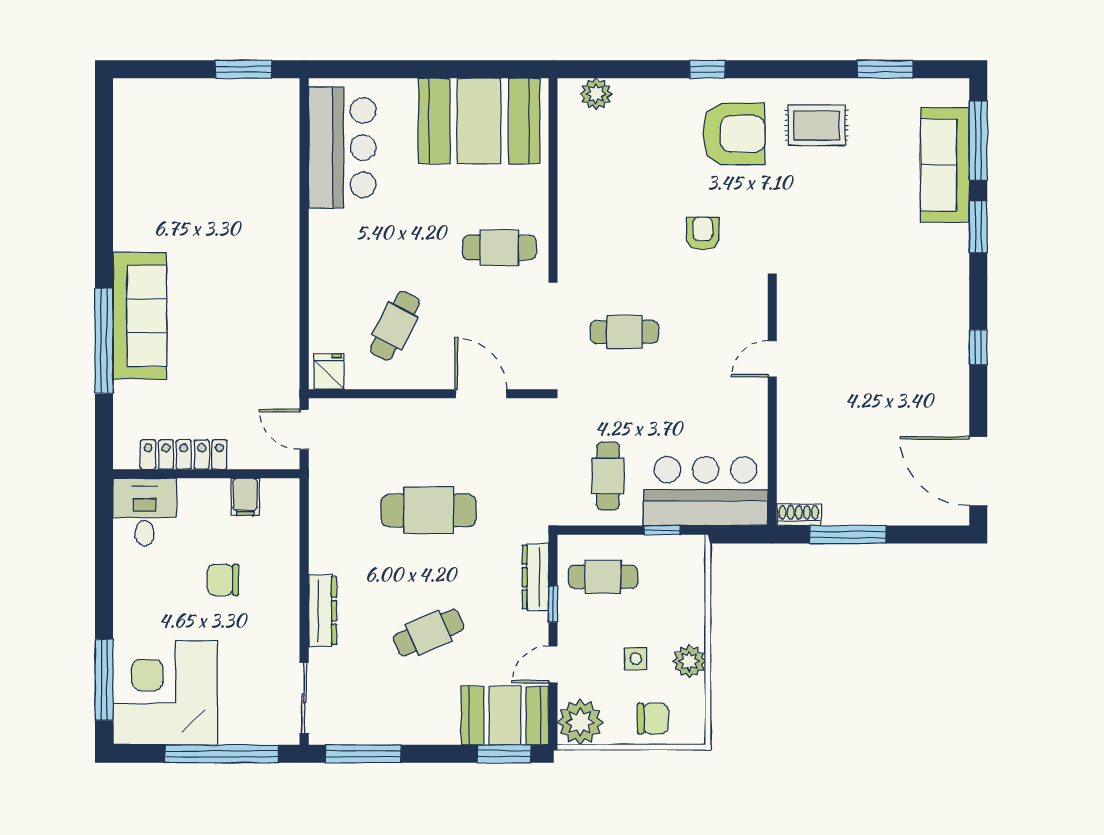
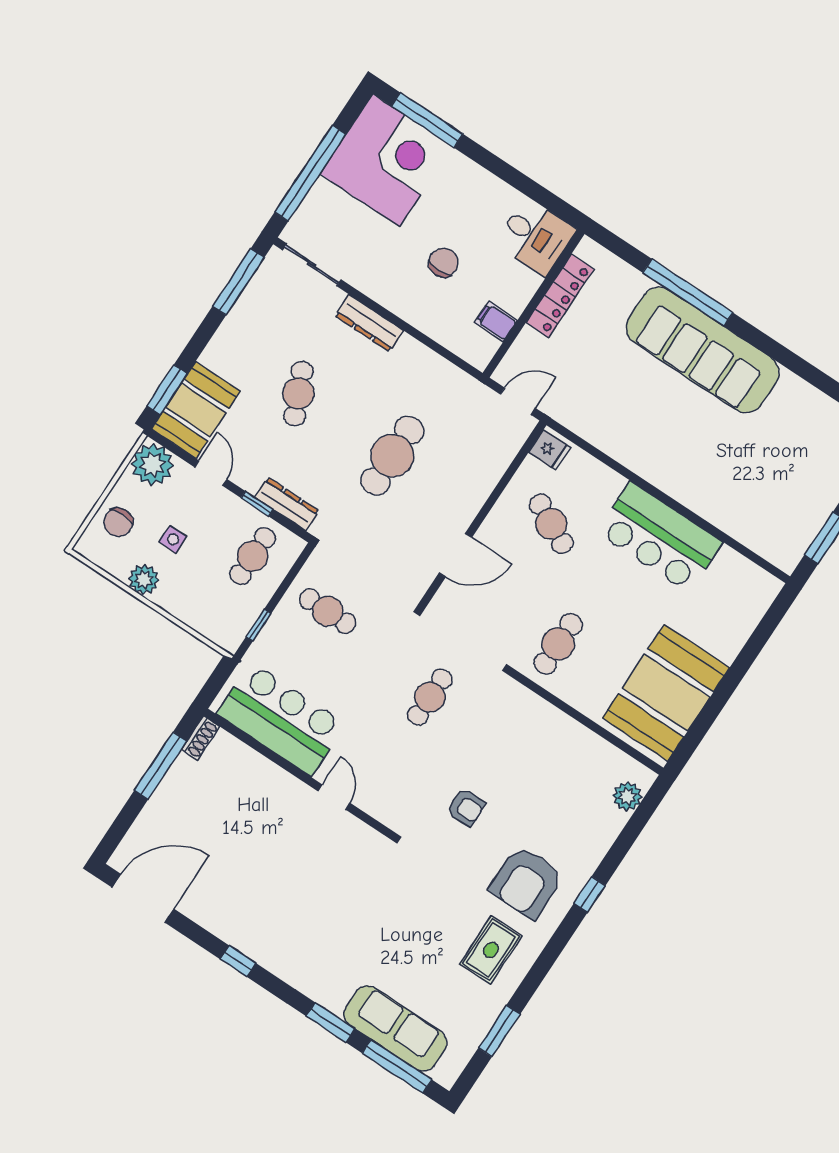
bar counter: (342, 148) -> (660, 537), moved
sofa: (140, 316) -> (703, 350), width x1.36, depth x1.27
bar counter: (706, 491) -> (281, 719), moved, turned -90

